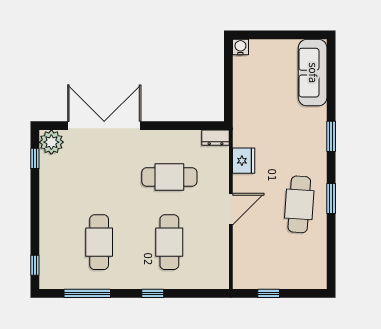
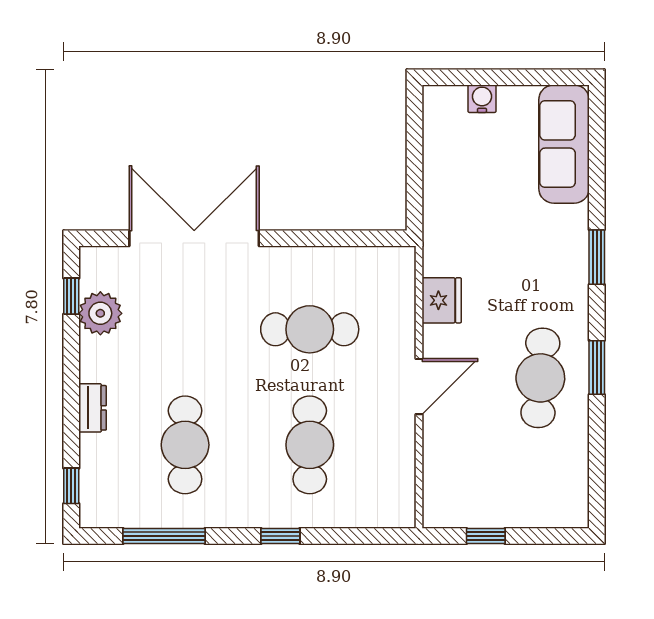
water cooler: (240, 47) -> (482, 99), moved
dresser: (216, 138) -> (92, 408), moved, turned -90
plant: (51, 142) -> (100, 313), moved

